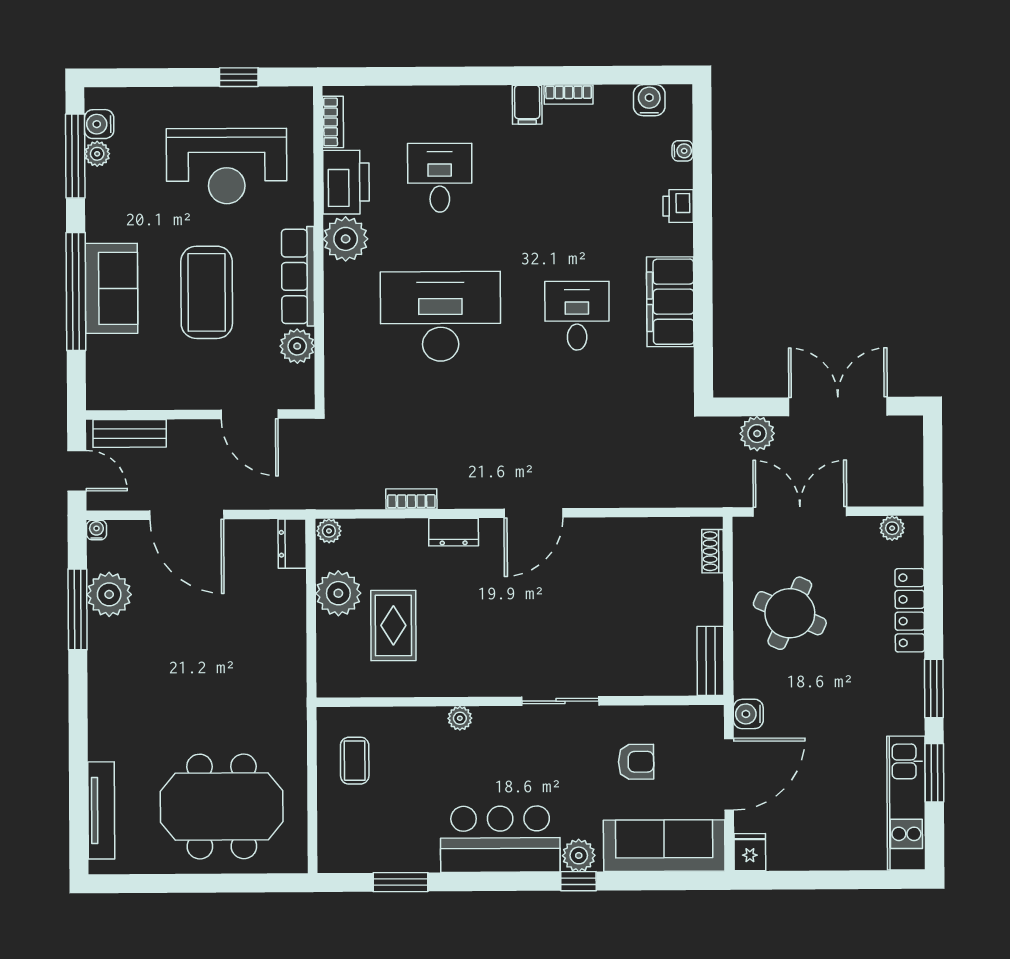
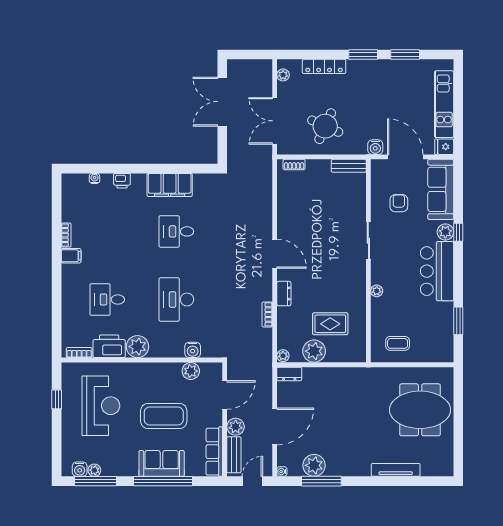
water cooler: (649, 100) -> (193, 350), moved, turned -90
row of seats: (298, 276) -> (214, 452), moved, turned 90
desk: (440, 316) -> (176, 300), width x0.73, depth x0.77
plant: (757, 434) -> (236, 427), moved
kitchen unit: (906, 803) -> (444, 104), moved, turned 90
meeting table: (222, 806) -> (420, 410), turned 90
tv unit: (101, 810) -> (396, 470), moved

